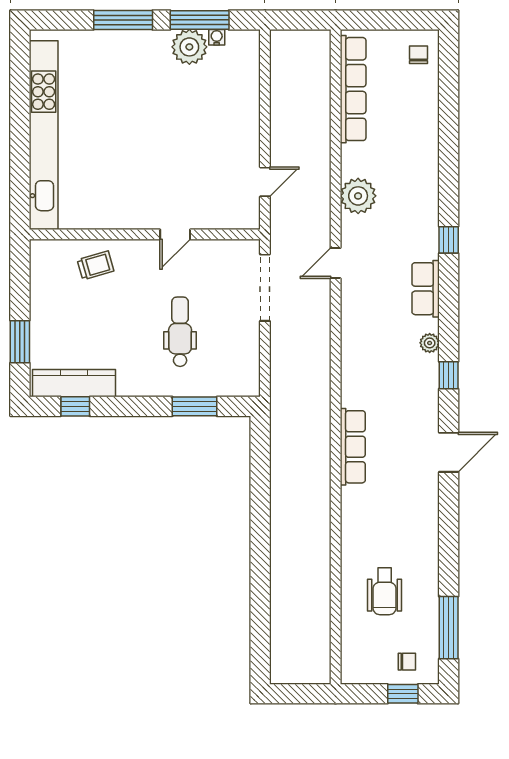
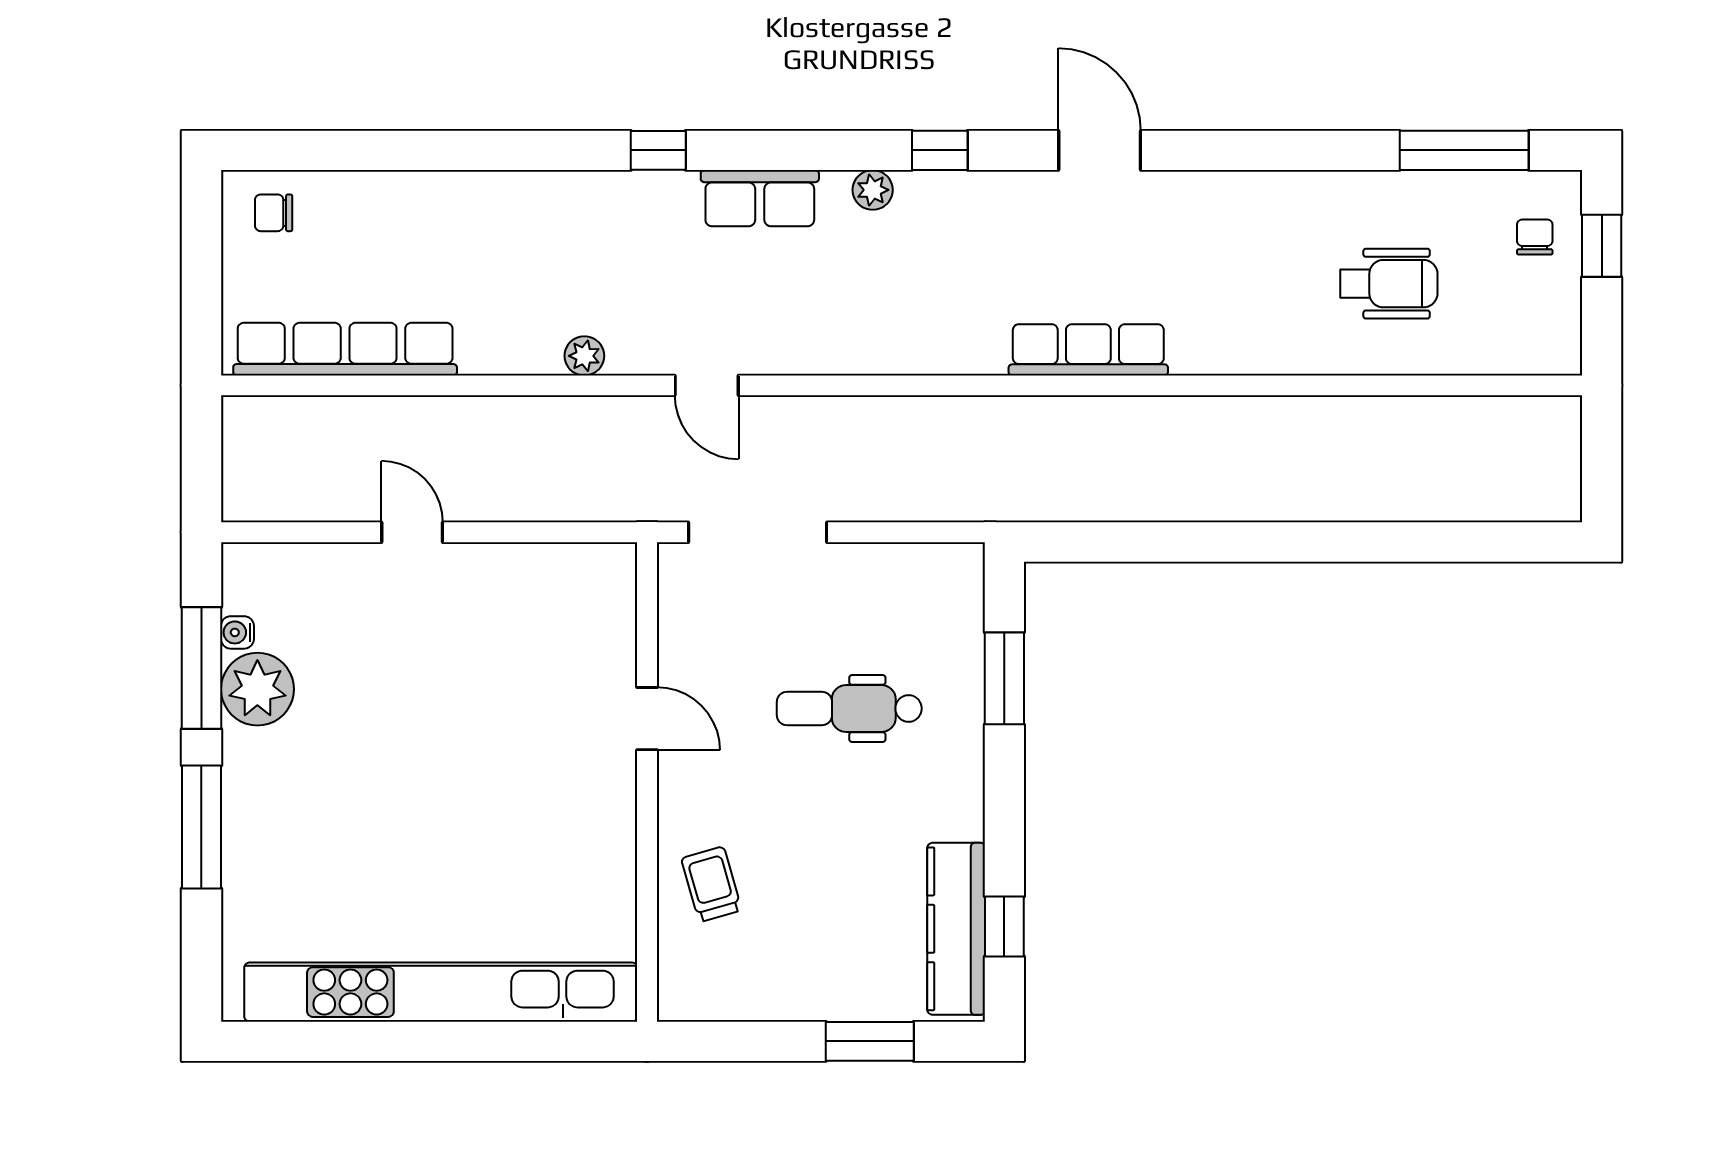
door: (265, 182) -> (412, 532), moved
plant: (358, 196) -> (584, 356), width x0.53, depth x0.53

